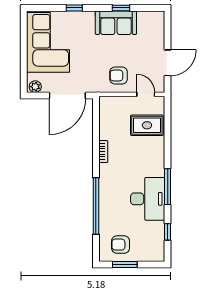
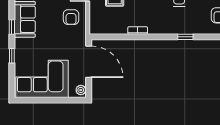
window: (121, 8) -> (12, 27), moved
window: (96, 206) -> (185, 37), width x0.32

